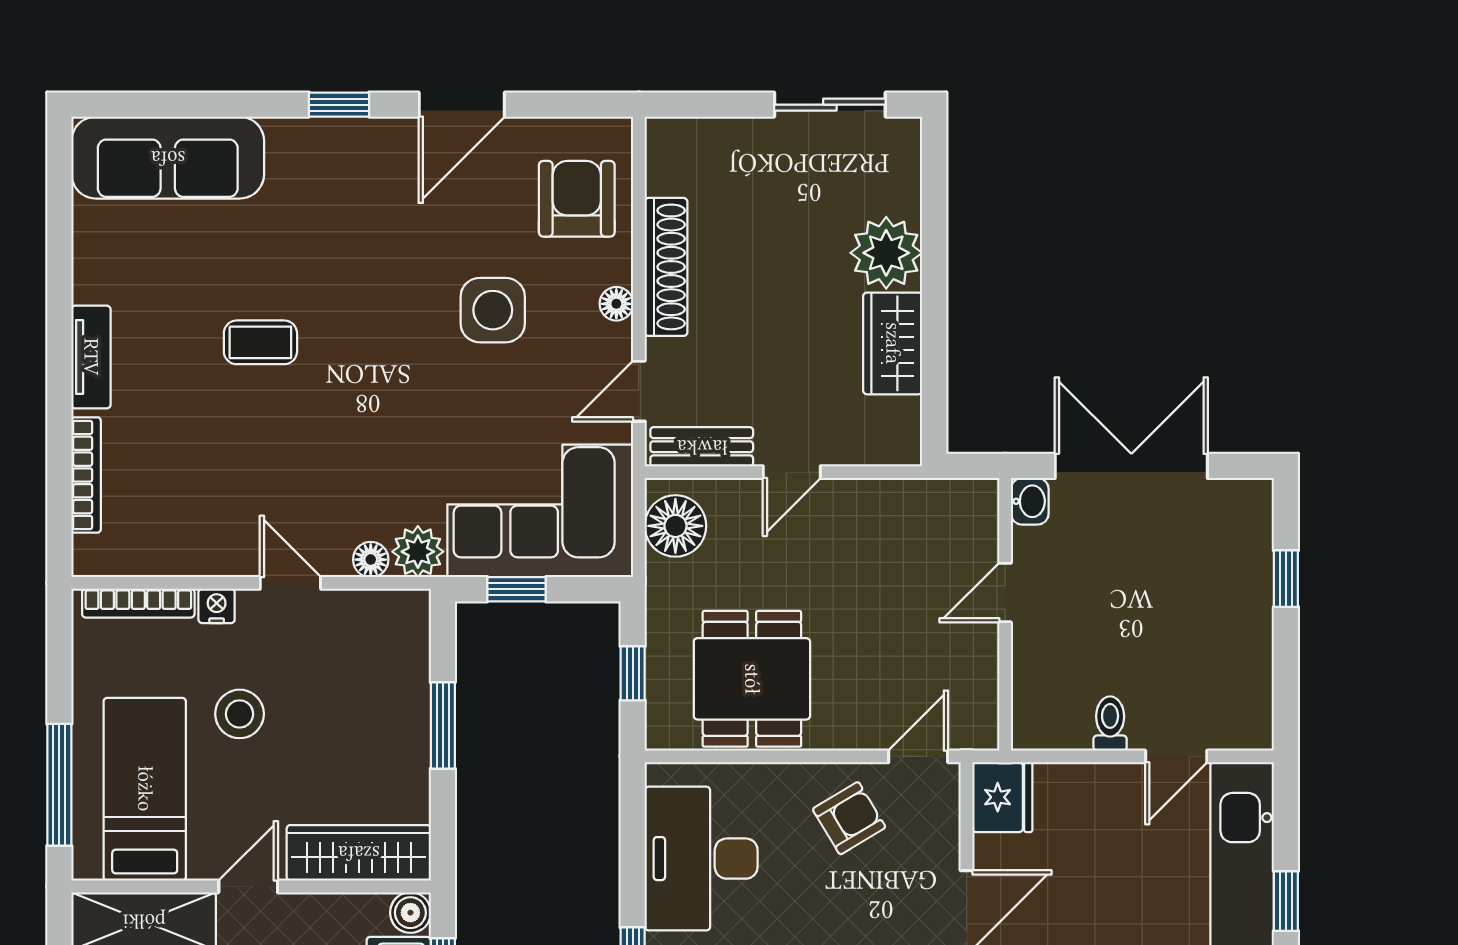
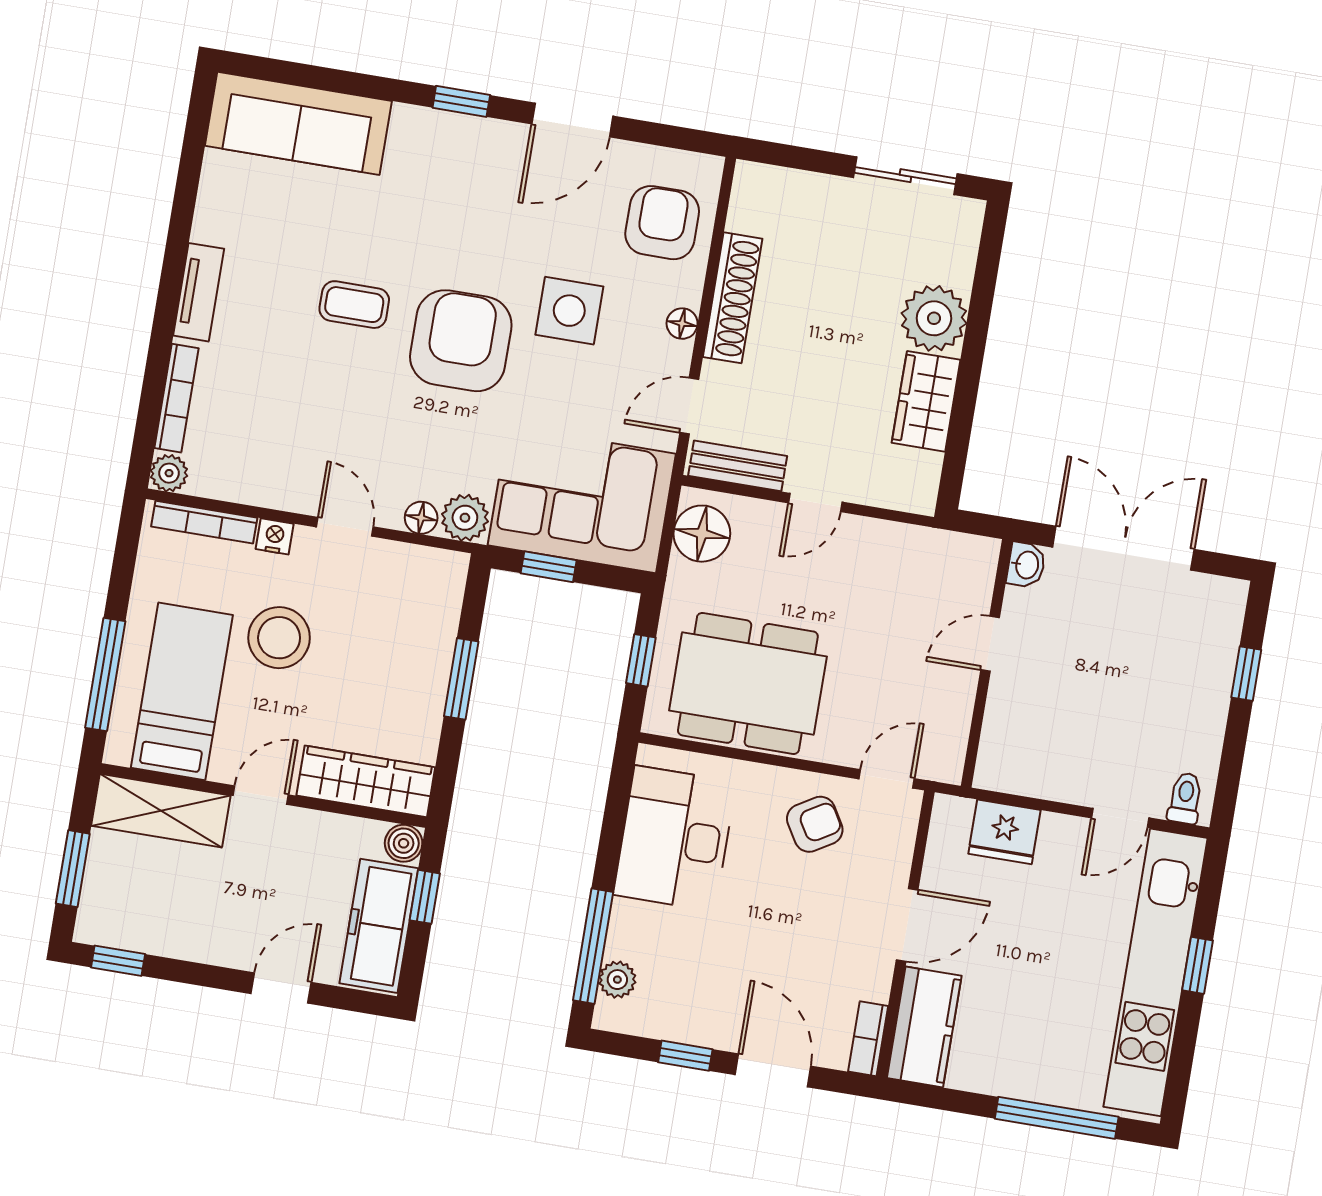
armchair: (382, 362) -> (461, 341), added
plant: (92, 557) -> (169, 473), added
dining table: (752, 679) -> (748, 683), width x1.38
stool: (240, 714) -> (279, 638), width x1.38, depth x1.38
toilet: (1110, 724) -> (1185, 798), moved
fridge: (1002, 797) -> (1004, 832), moved, turned 90

